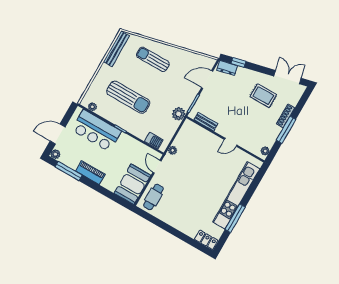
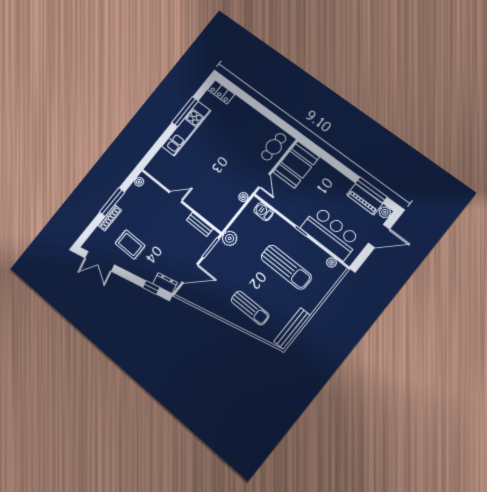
sun lounger: (128, 97) -> (286, 267), turned 180
piano: (90, 173) -> (365, 199), moved
kitchen unit: (236, 195) -> (186, 129), width x0.73

